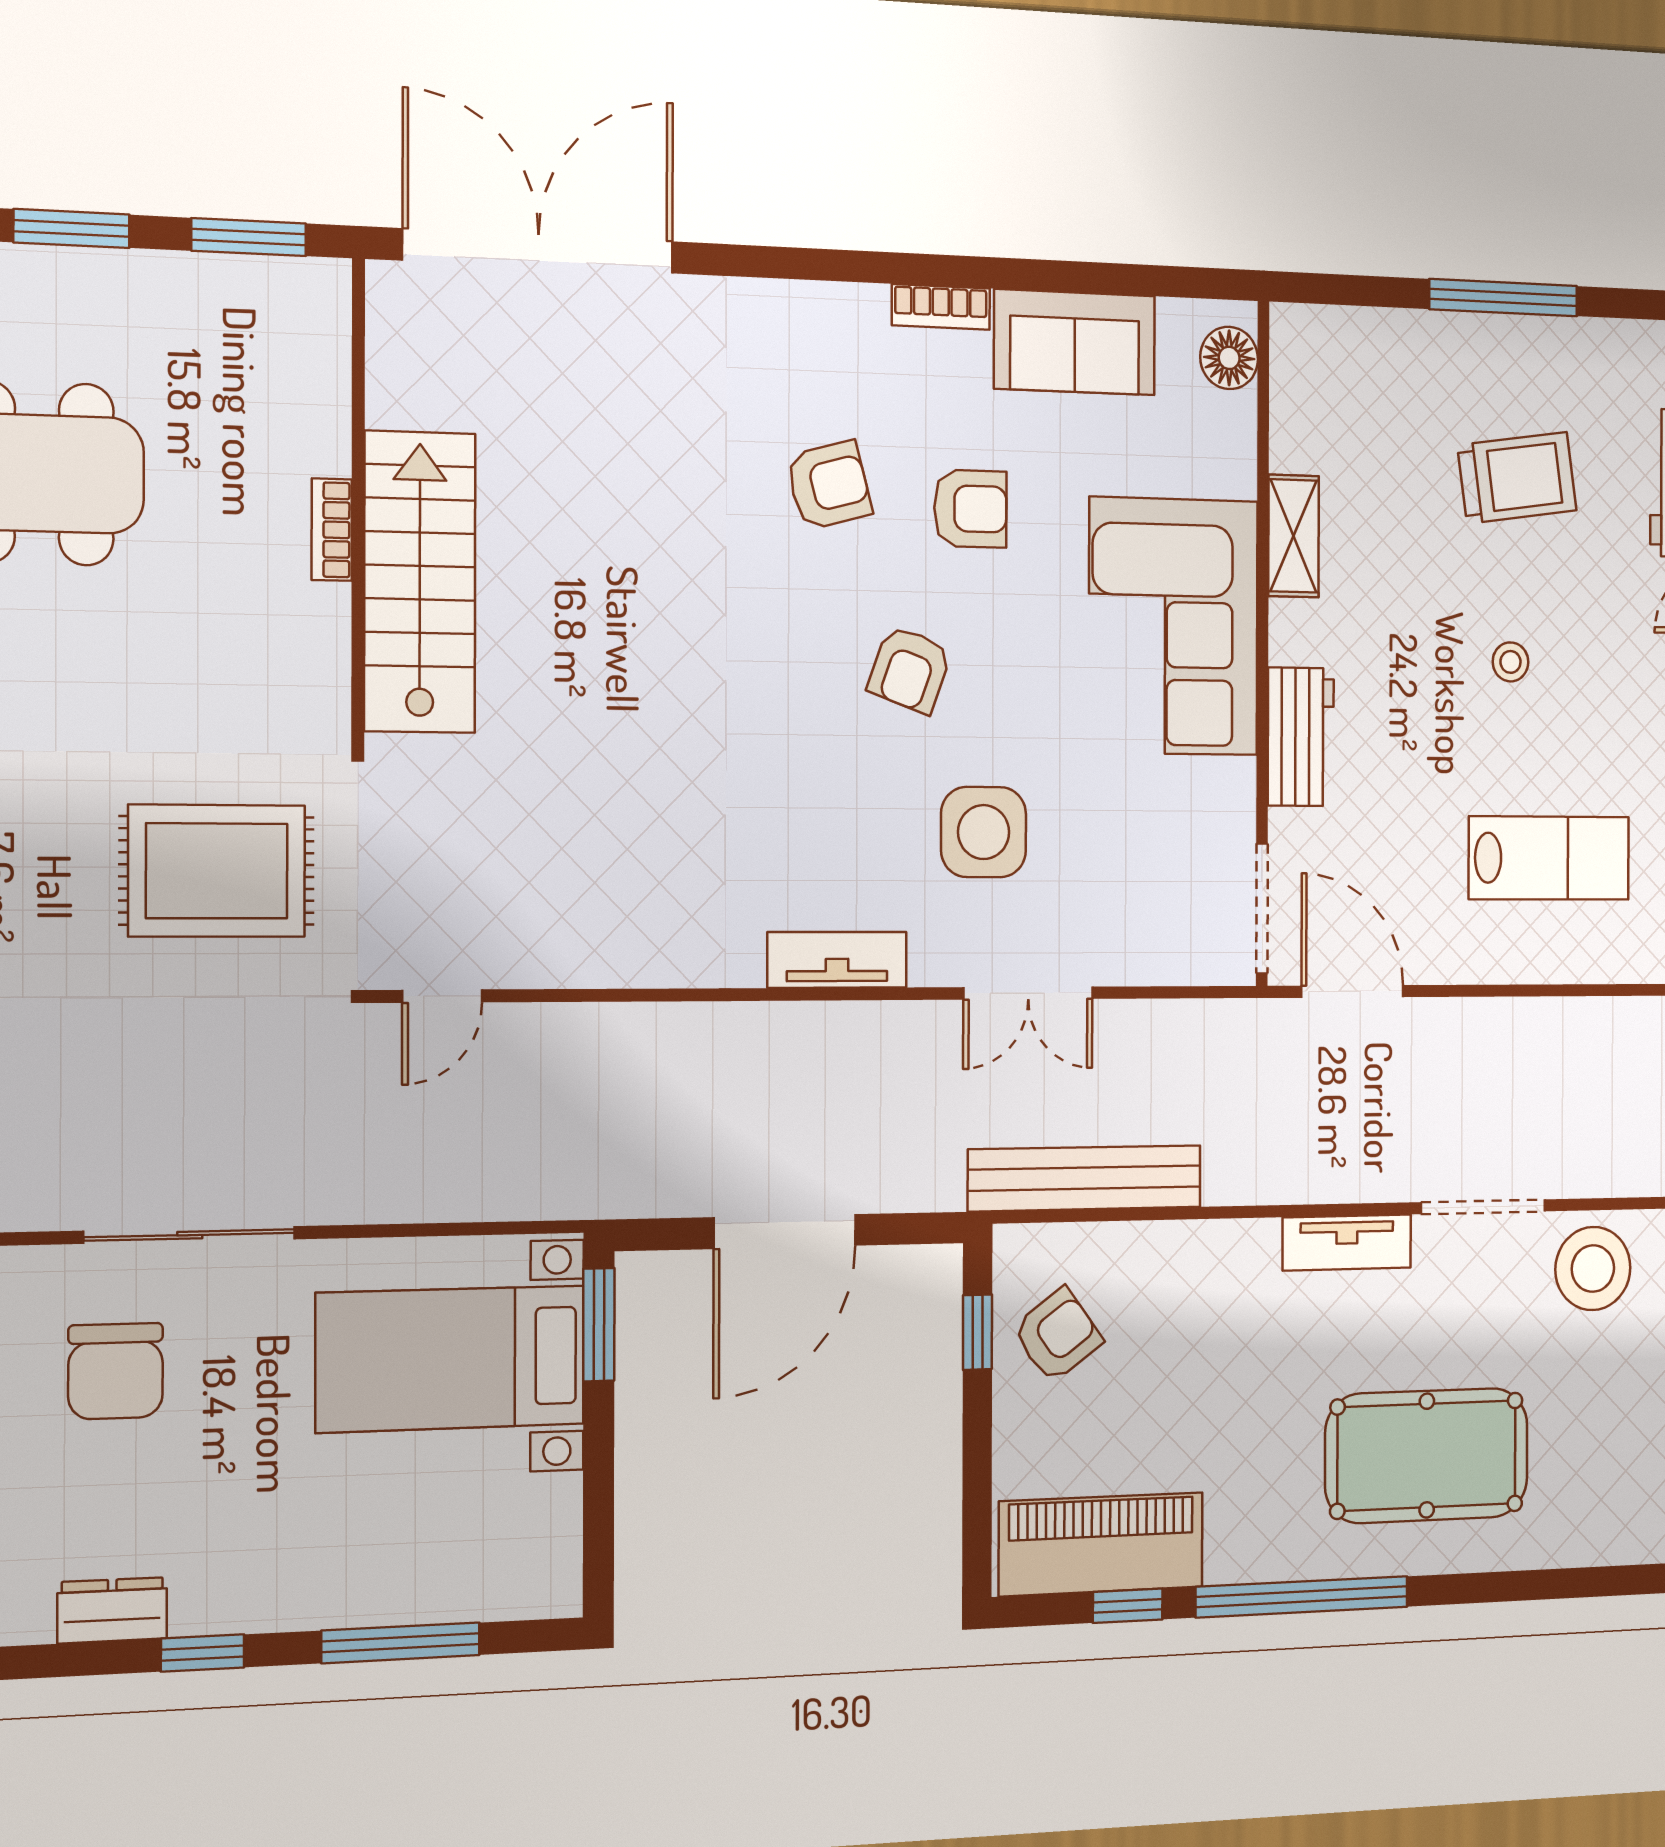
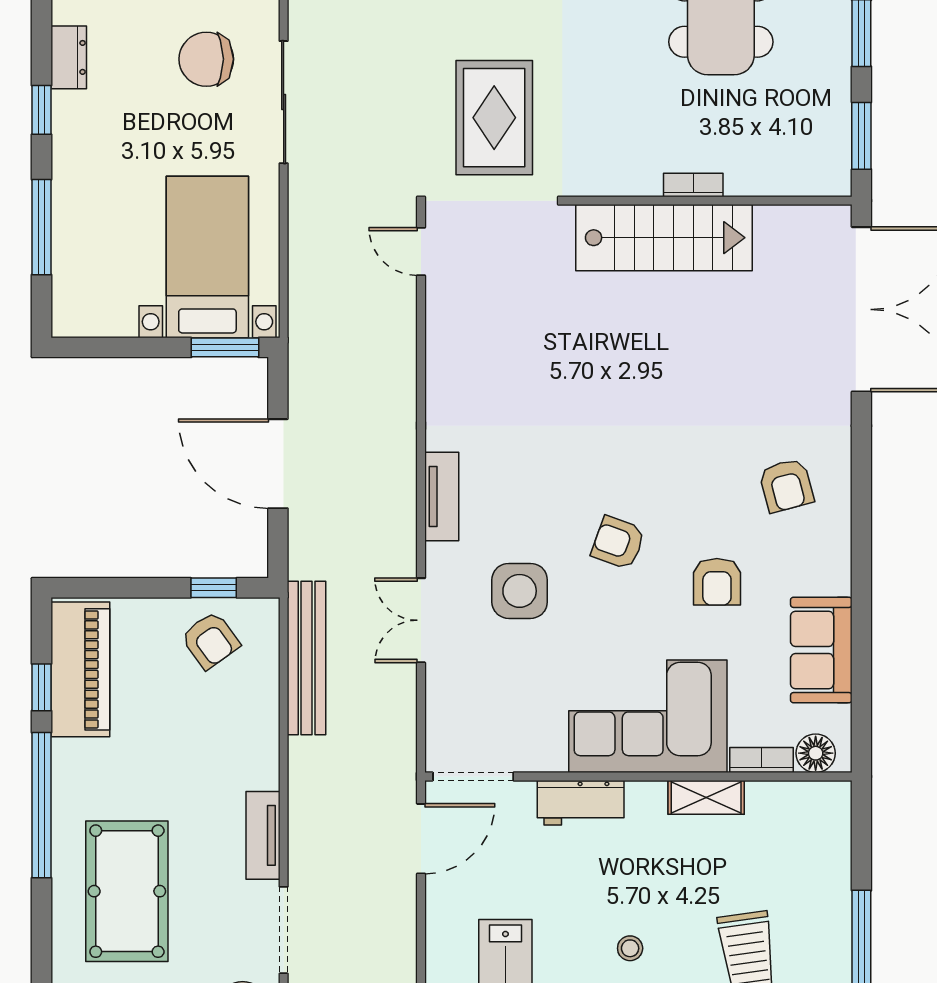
bookcase: (941, 307) -> (762, 760), moved, turned 90
armchair: (829, 485) -> (786, 485), moved

